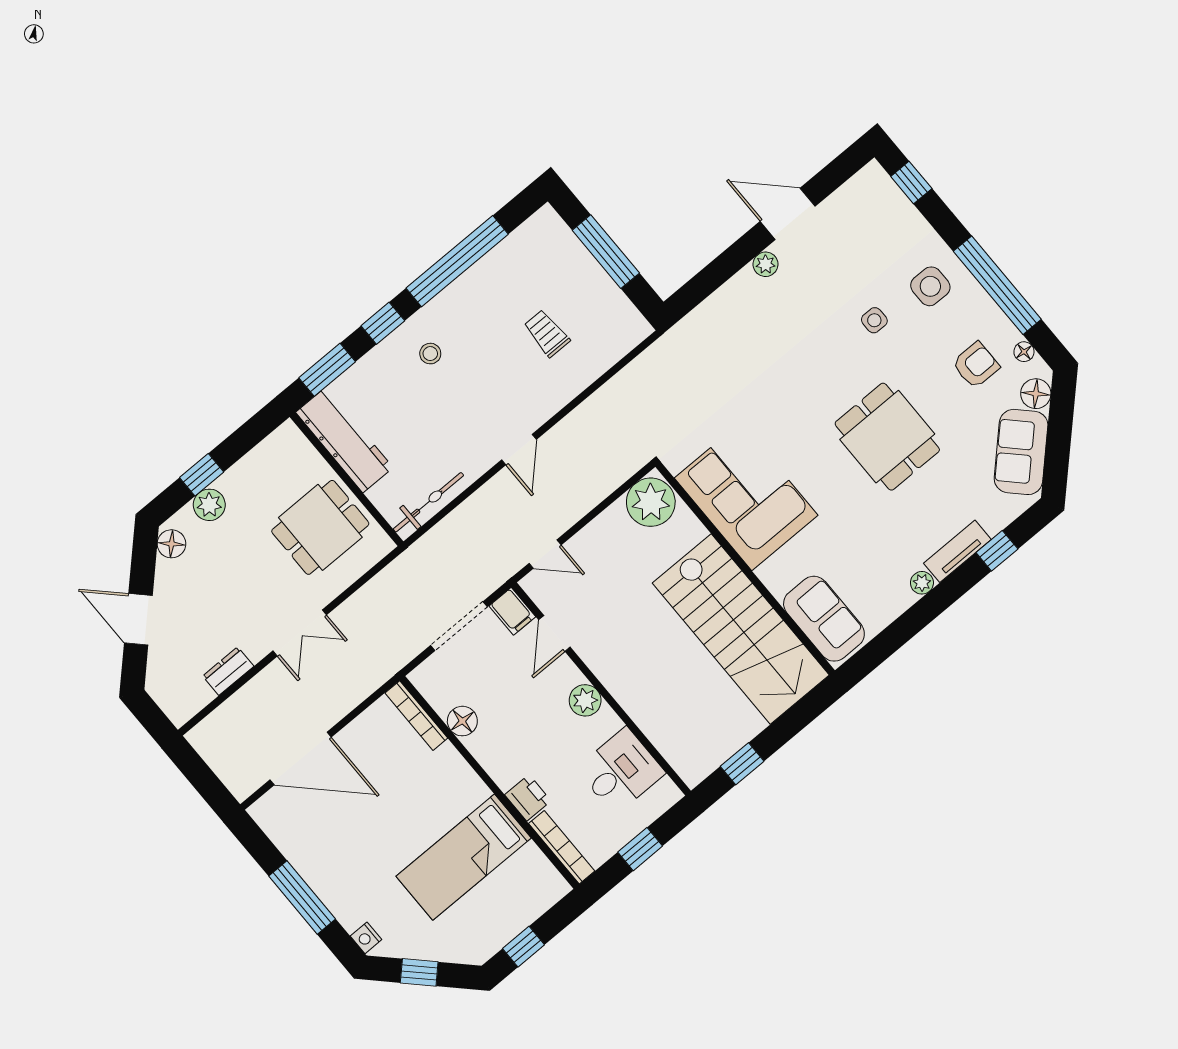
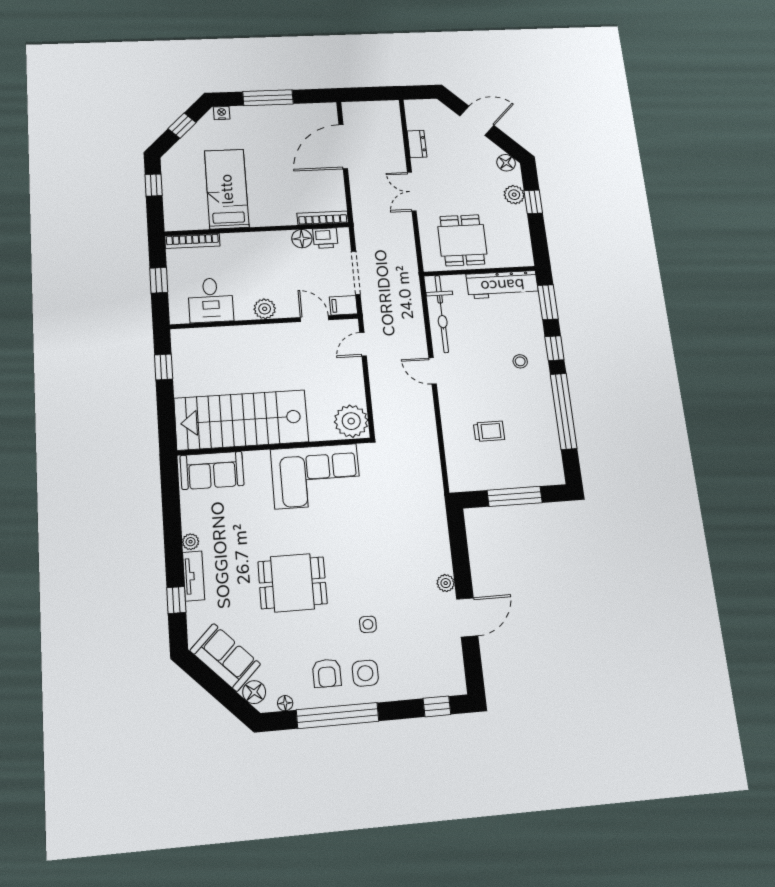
armchair: (976, 365) -> (327, 673), moved
bicycle: (428, 502) -> (442, 314), width x1.37, depth x1.40
printer: (528, 798) -> (325, 238), moved

